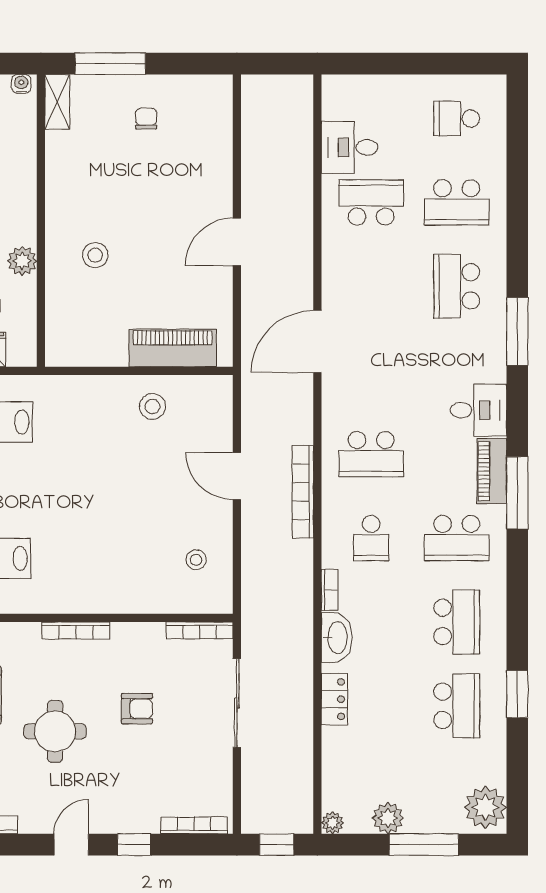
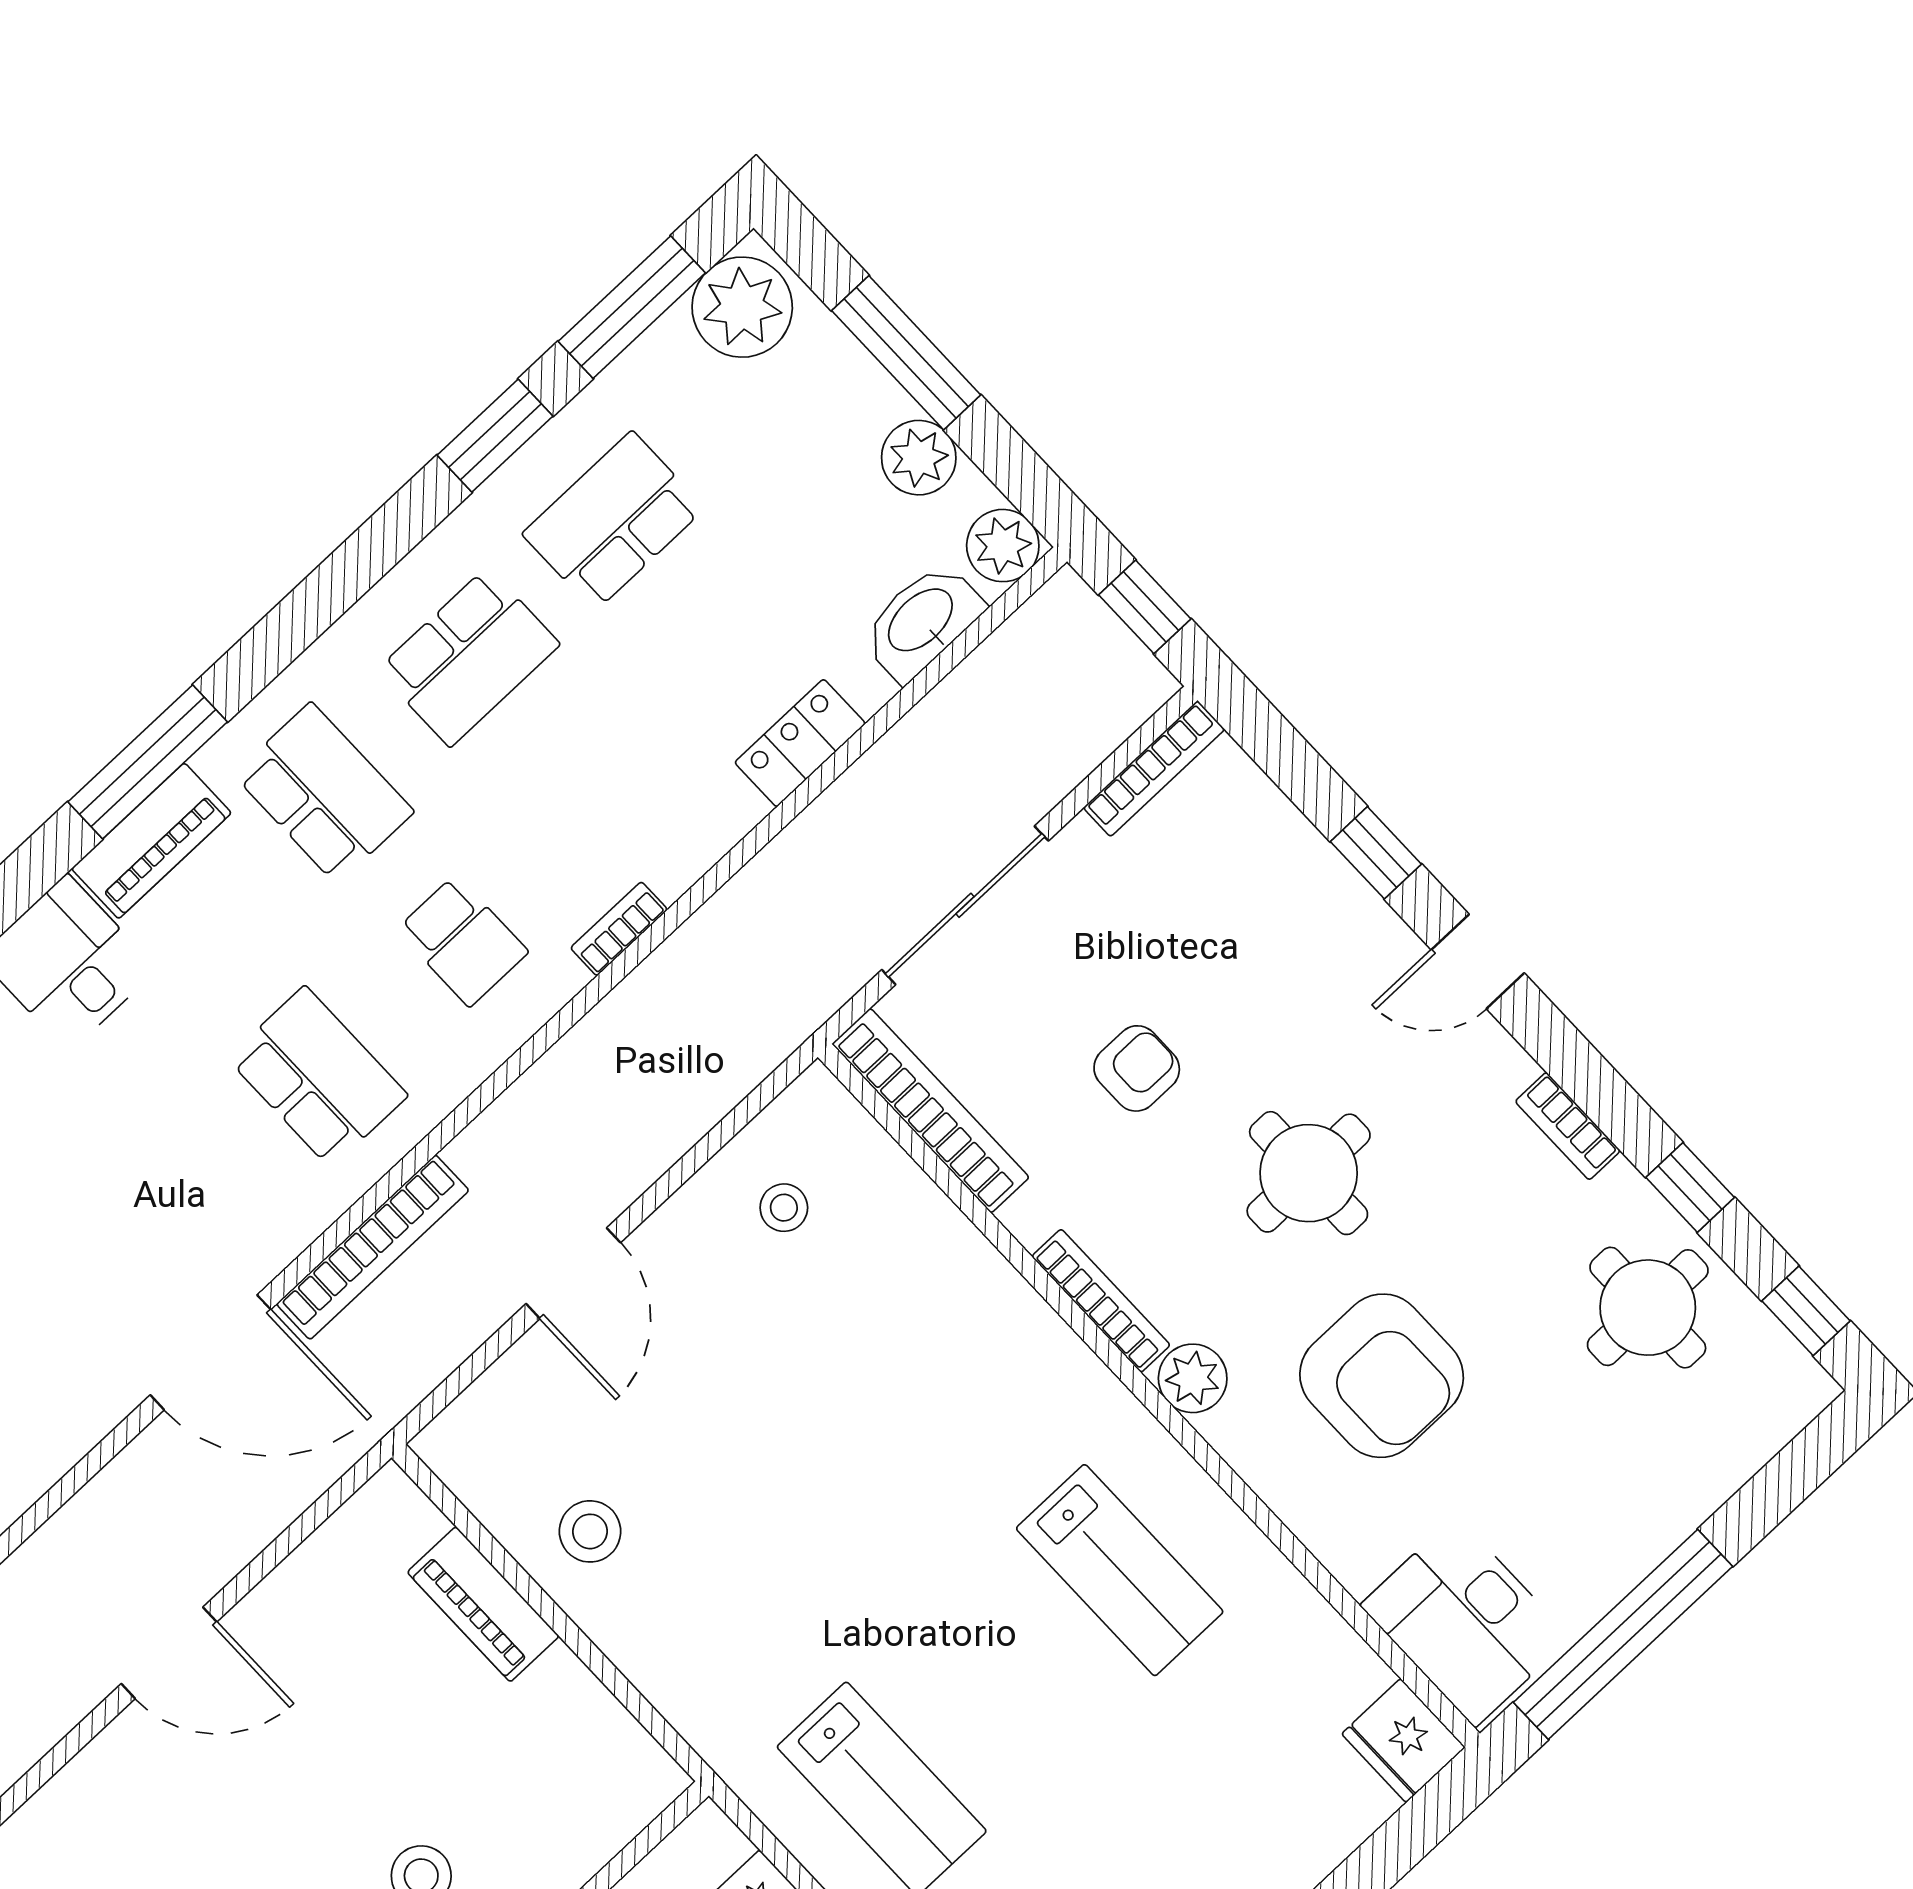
piano: (173, 348) -> (483, 1604), width x0.73, depth x0.75
bookcase: (303, 492) -> (373, 1247), moved
school desk: (371, 538) -> (462, 941), turned 90
school desk: (457, 622) -> (469, 657), turned 180
bookcase: (200, 630) -> (931, 1111), width x1.48, depth x1.31
plant: (25, 636) -> (1193, 1378), added
washbasin: (337, 638) -> (922, 621), moved
armchair: (137, 709) -> (1137, 1068), turned 90
window: (517, 773) -> (632, 307), added
plant: (332, 823) -> (1003, 546), width x1.38, depth x1.38
bookcase: (194, 825) -> (1154, 769), moved, turned -90

